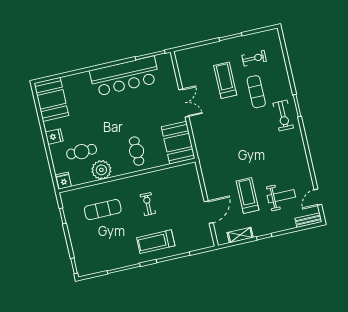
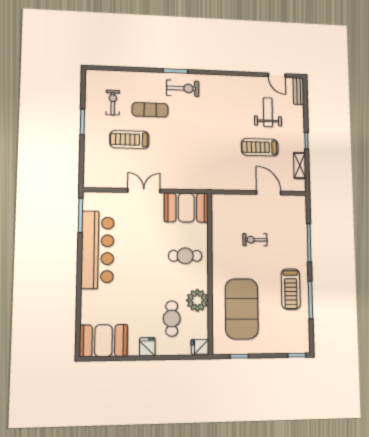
exercise bike: (148, 204) -> (255, 240), moved
exercise mat: (103, 210) -> (242, 309), width x2.00, depth x1.45
treadmill: (156, 242) -> (291, 289), moved

